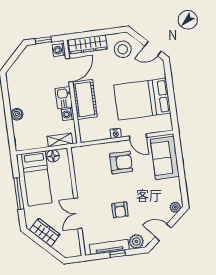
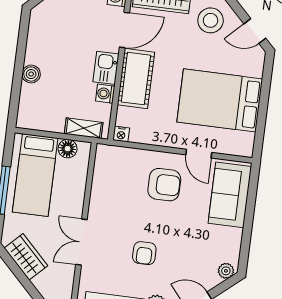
nightstand: (116, 133) -> (121, 134), moved

